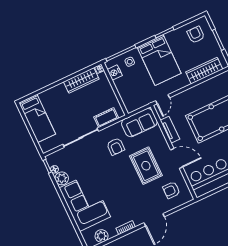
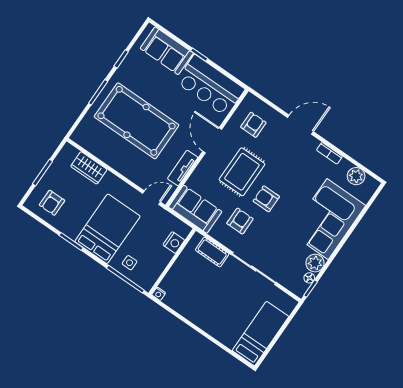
wardrobe: (204, 71) -> (89, 168), width x0.67
nightstand: (115, 72) -> (174, 243), moved
wardrobe: (81, 80) -> (185, 307), removed
armchair: (120, 171) -> (266, 199), added
armchair: (171, 190) -> (253, 125), turned -90

